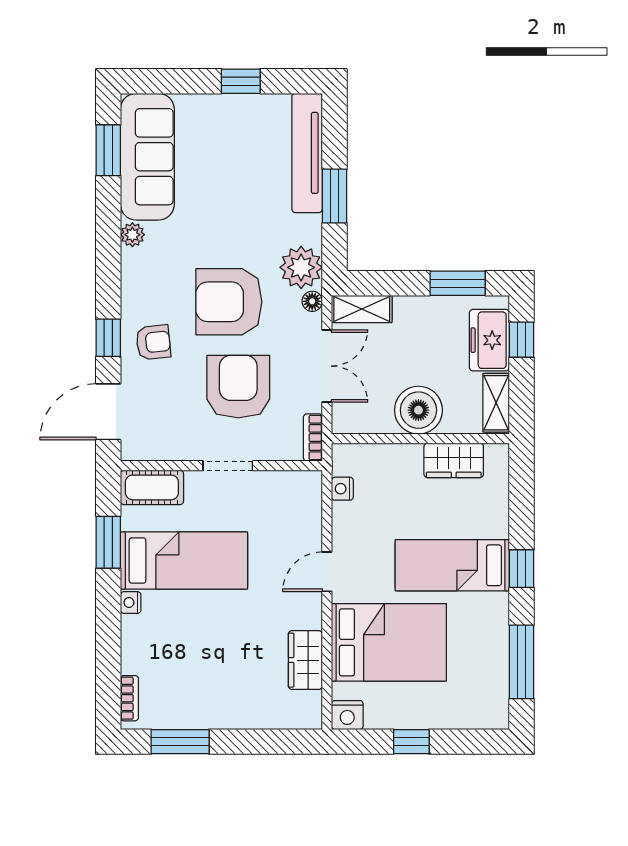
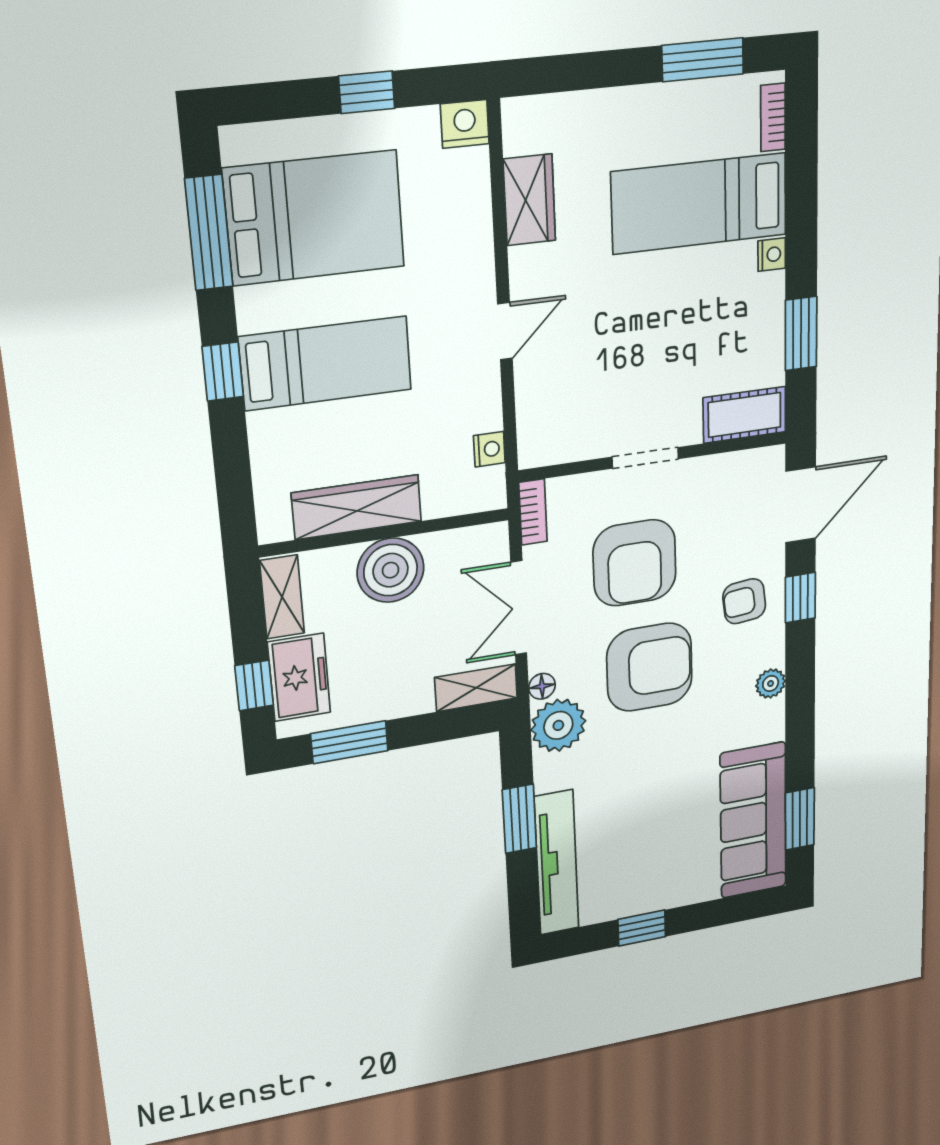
plant: (132, 235) -> (771, 683), moved
wardrobe: (454, 460) -> (357, 507), width x1.50
bed: (184, 561) -> (699, 203), moved
bed: (389, 642) -> (314, 218), moved, turned 180

